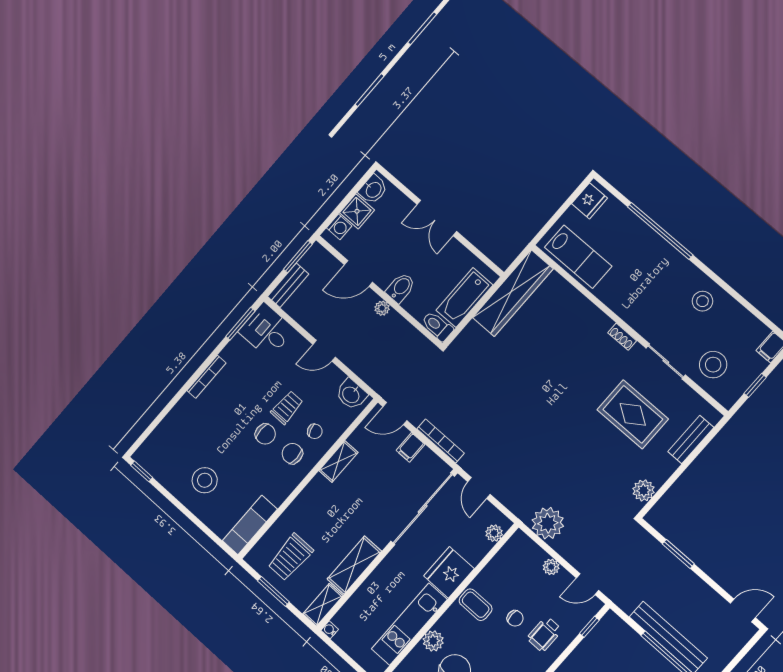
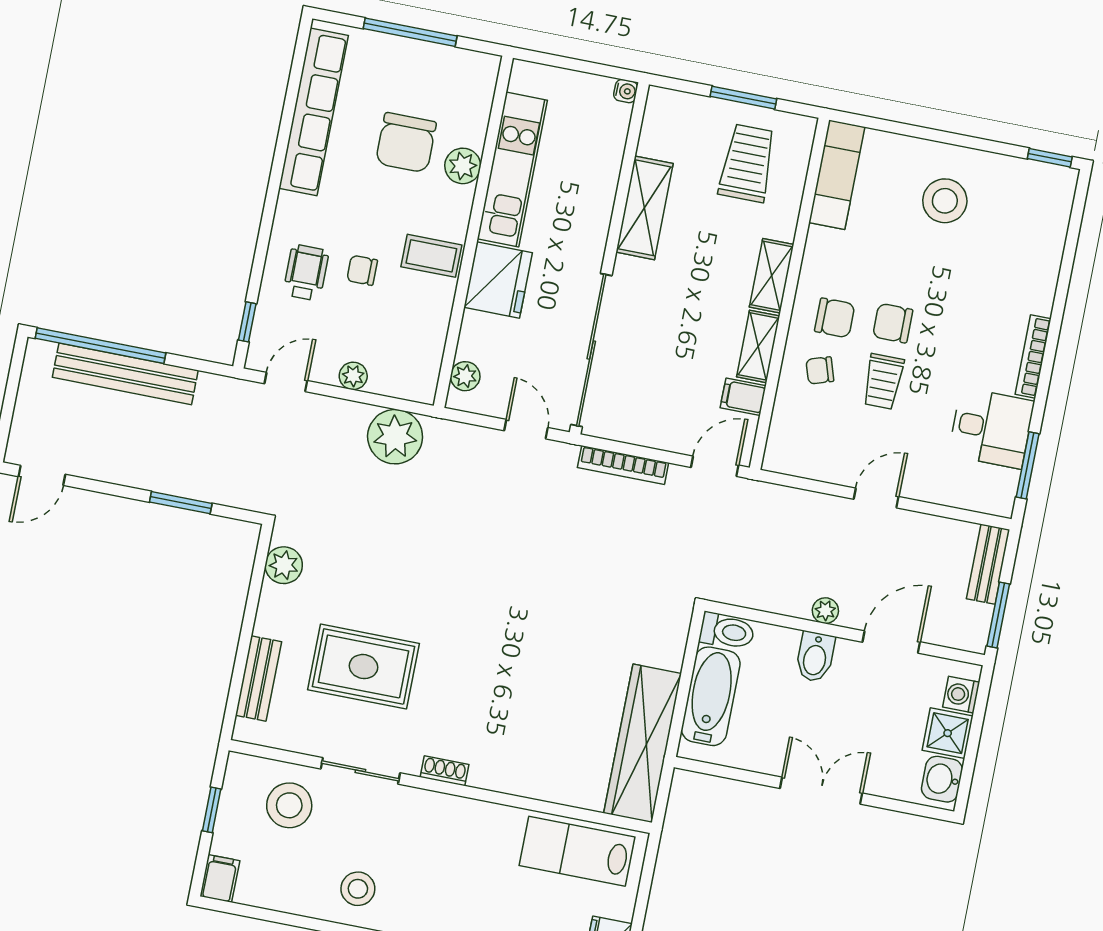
desk: (266, 331) -> (991, 428), moved
washbasin: (351, 394) -> (797, 457), removed
filing cabinet: (411, 447) -> (743, 397), moved, turned -90
shelving: (323, 605) -> (772, 276), moved

